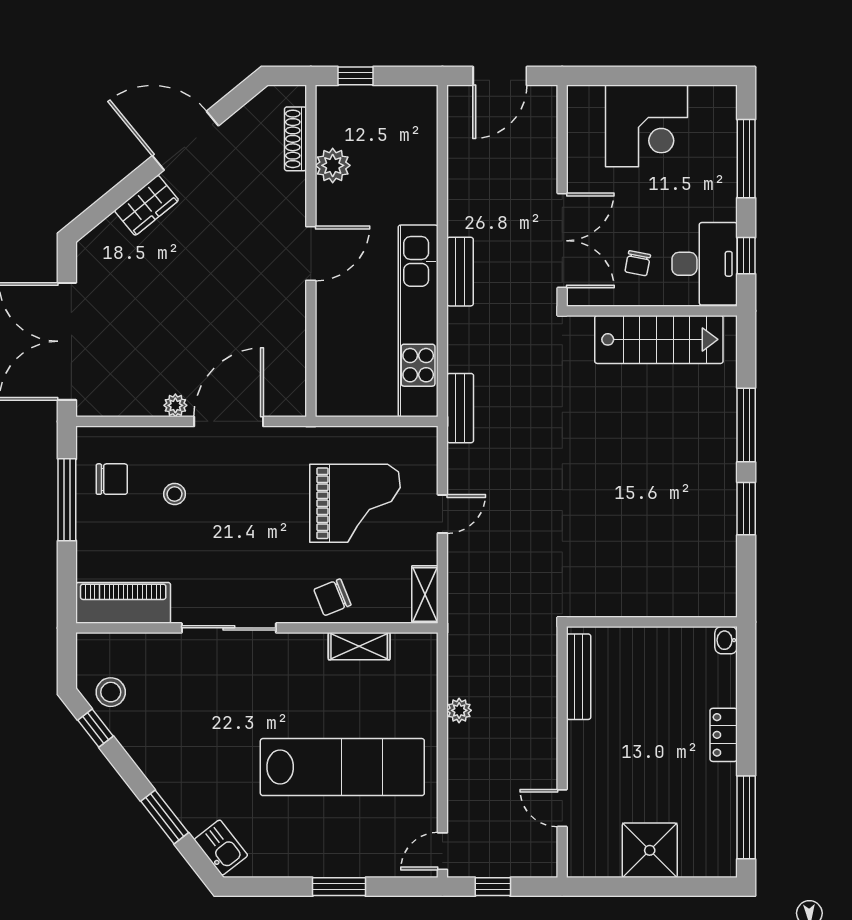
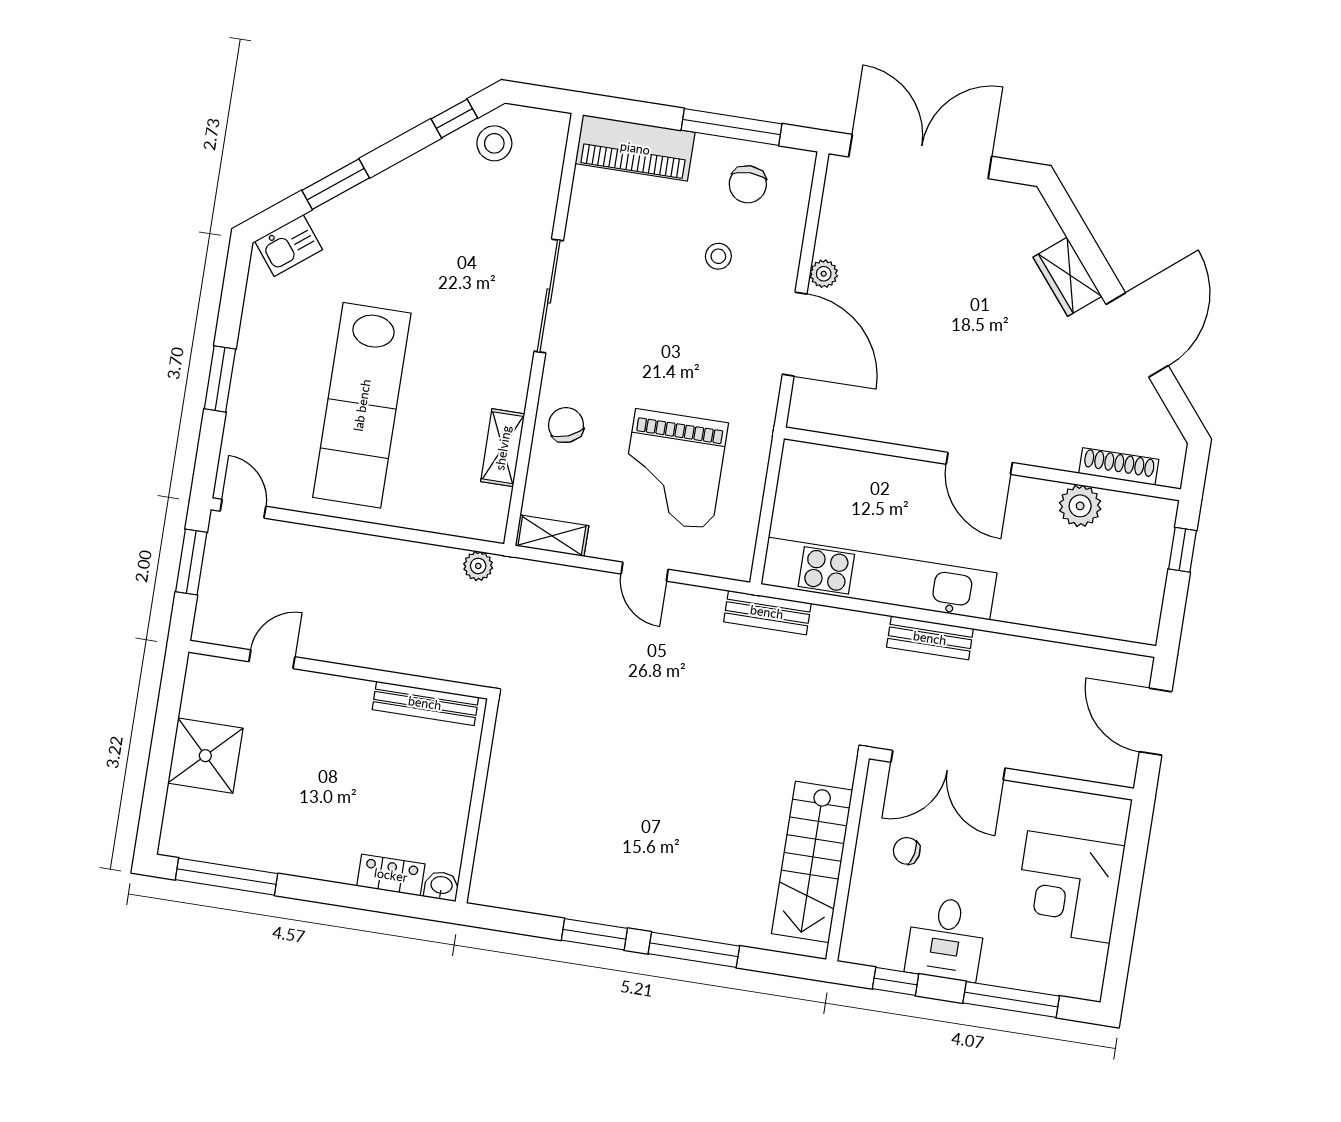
desk: (705, 264) -> (946, 939), moved, width x0.73
piano: (123, 603) -> (635, 148), moved, turned 90
plant: (459, 710) -> (478, 566), moved
locker: (724, 735) -> (391, 875), moved
window: (493, 887) -> (191, 562), width x1.50

